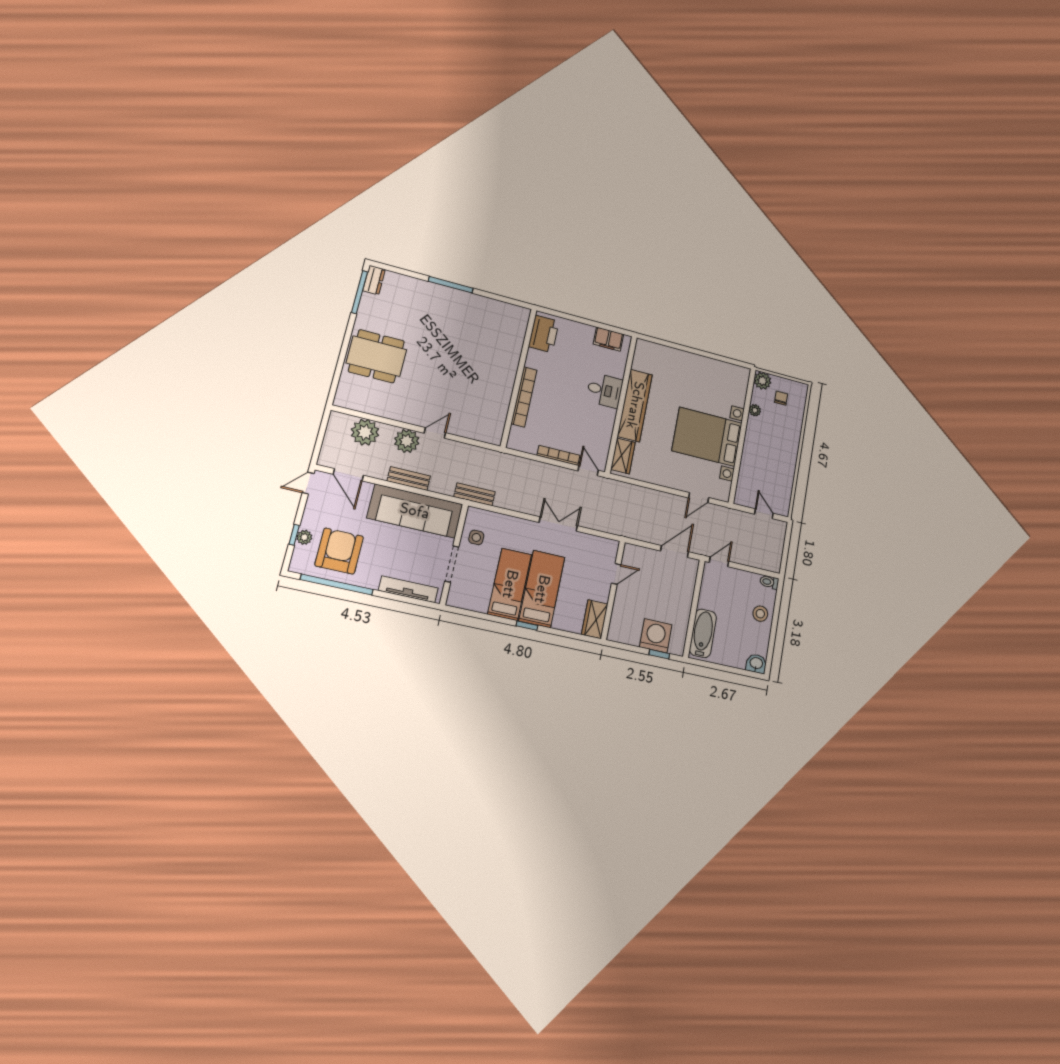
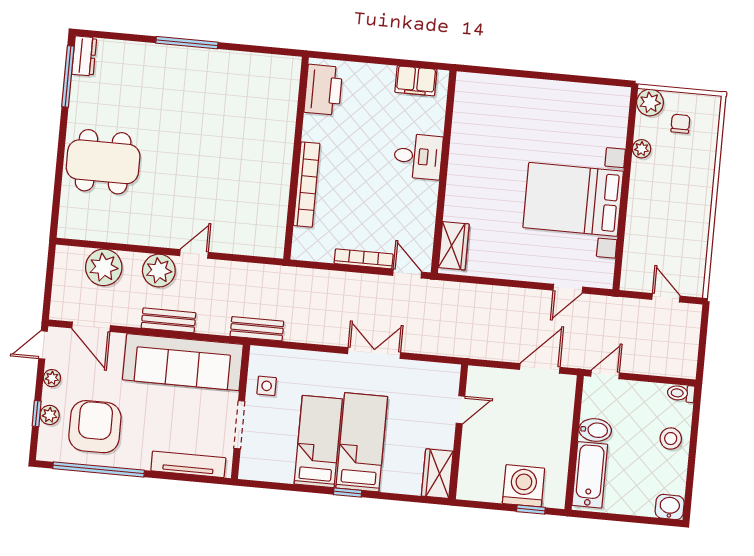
wardrobe: (635, 405) -> (464, 171), removed
plant: (311, 509) -> (52, 378), added
bidet: (709, 601) -> (595, 430), added

